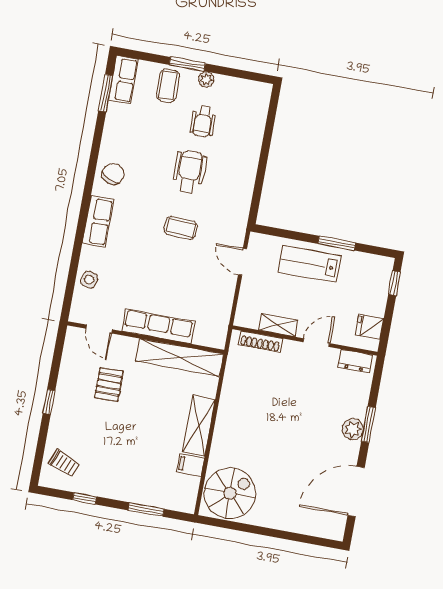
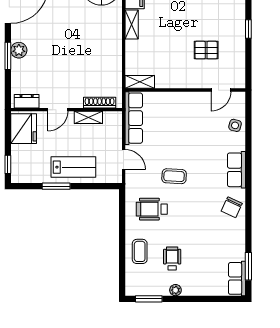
window: (187, 64) -> (149, 299), moved
coffee table: (168, 85) -> (140, 251), moved
wheelchair: (189, 171) -> (152, 209), moved, turned 90
row of seats: (158, 326) -> (134, 118), moved, turned -90
fridge: (370, 327) -> (24, 129), width x1.88, depth x1.34
door: (99, 329) -> (221, 90), swing flipped
shelving: (179, 358) -> (140, 82), width x0.45, depth x0.75
pallet: (109, 385) -> (206, 50), turned 90
shelving: (199, 426) -> (132, 25), width x0.67, depth x0.75

